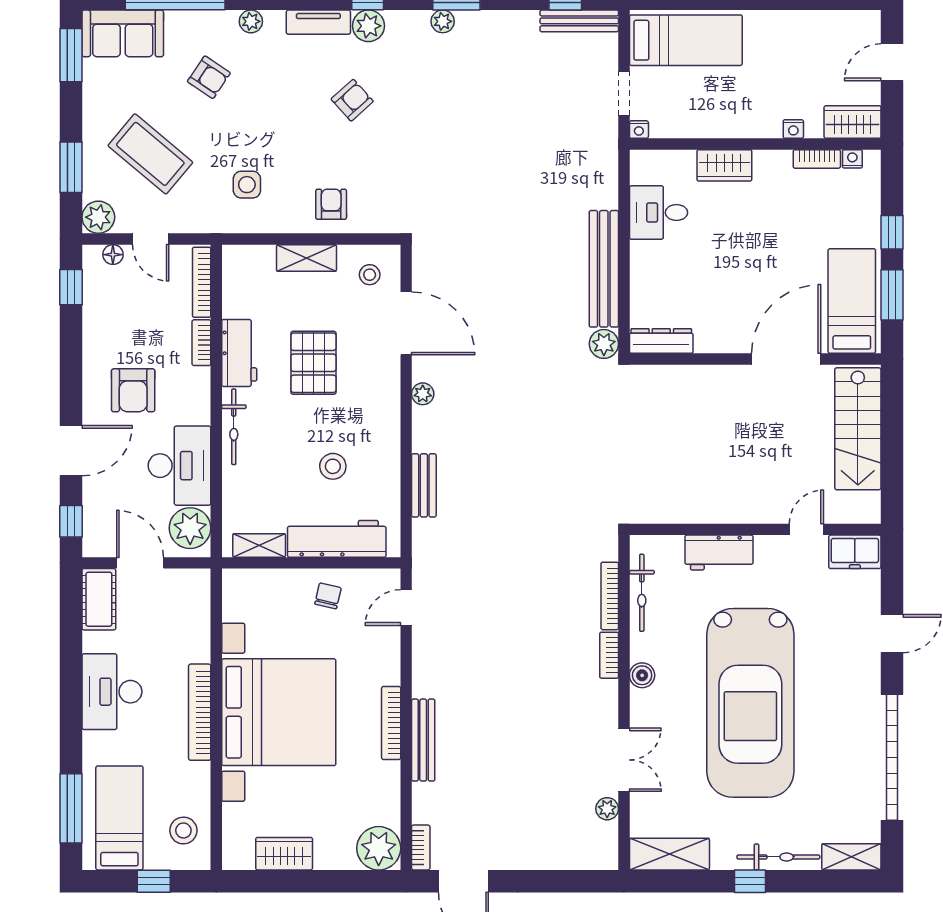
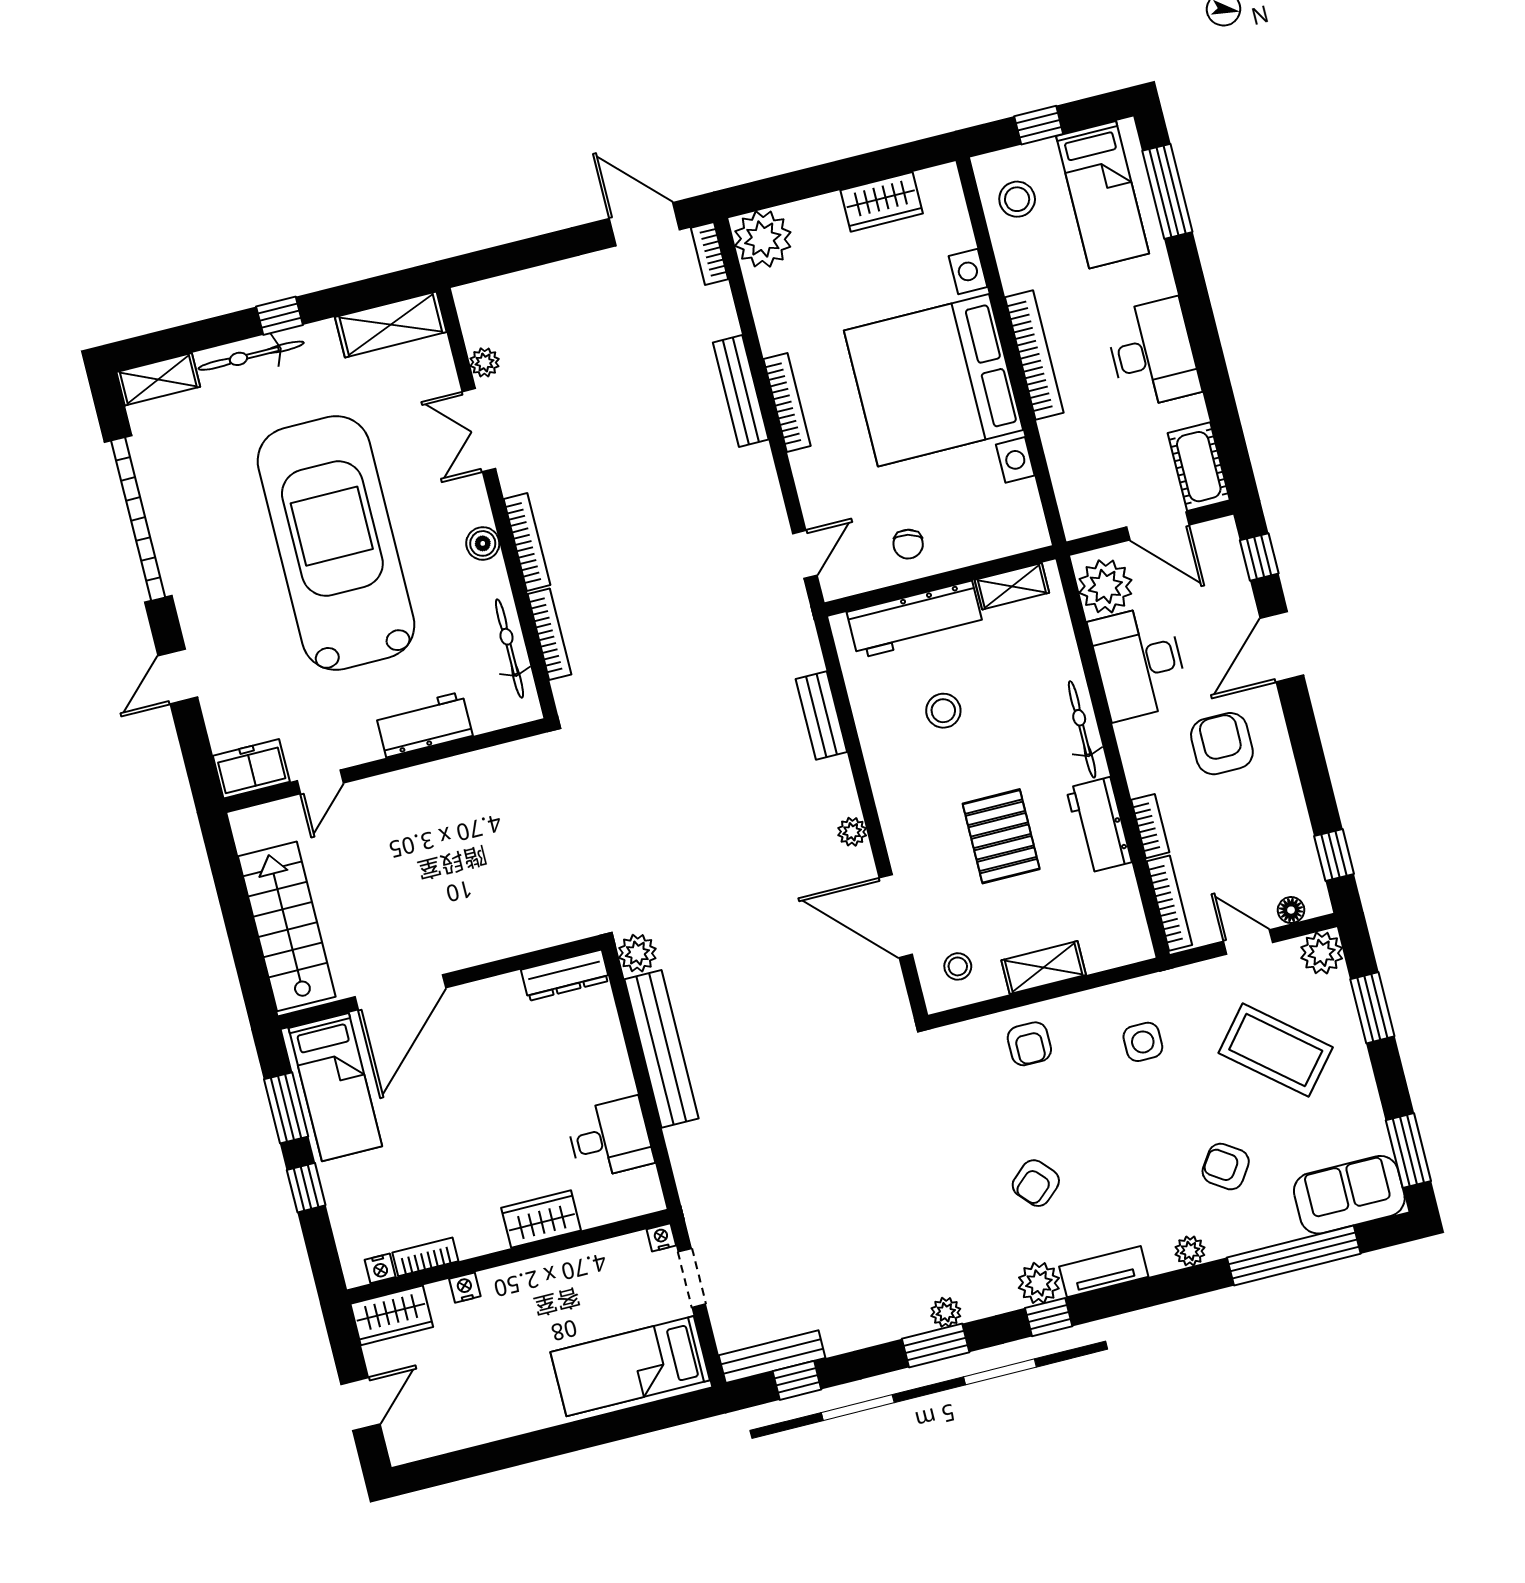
bookcase: (609, 655) -> (527, 542), width x1.56

